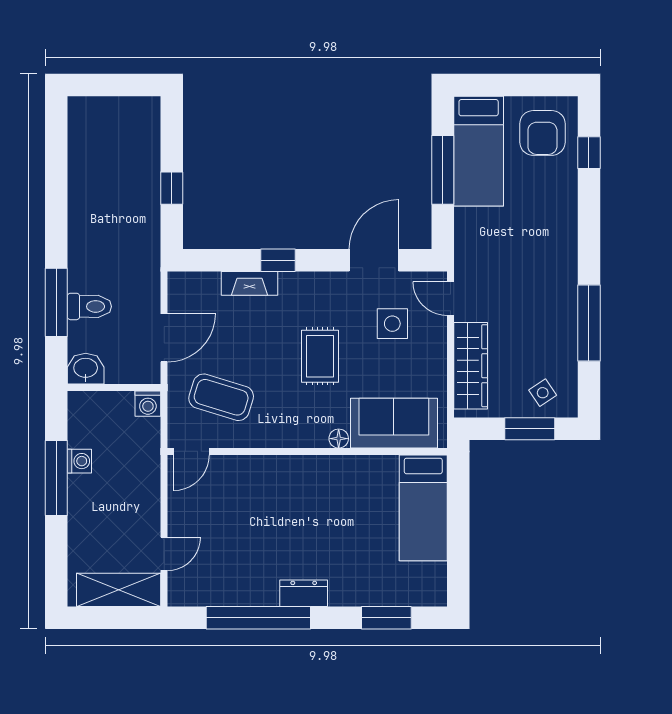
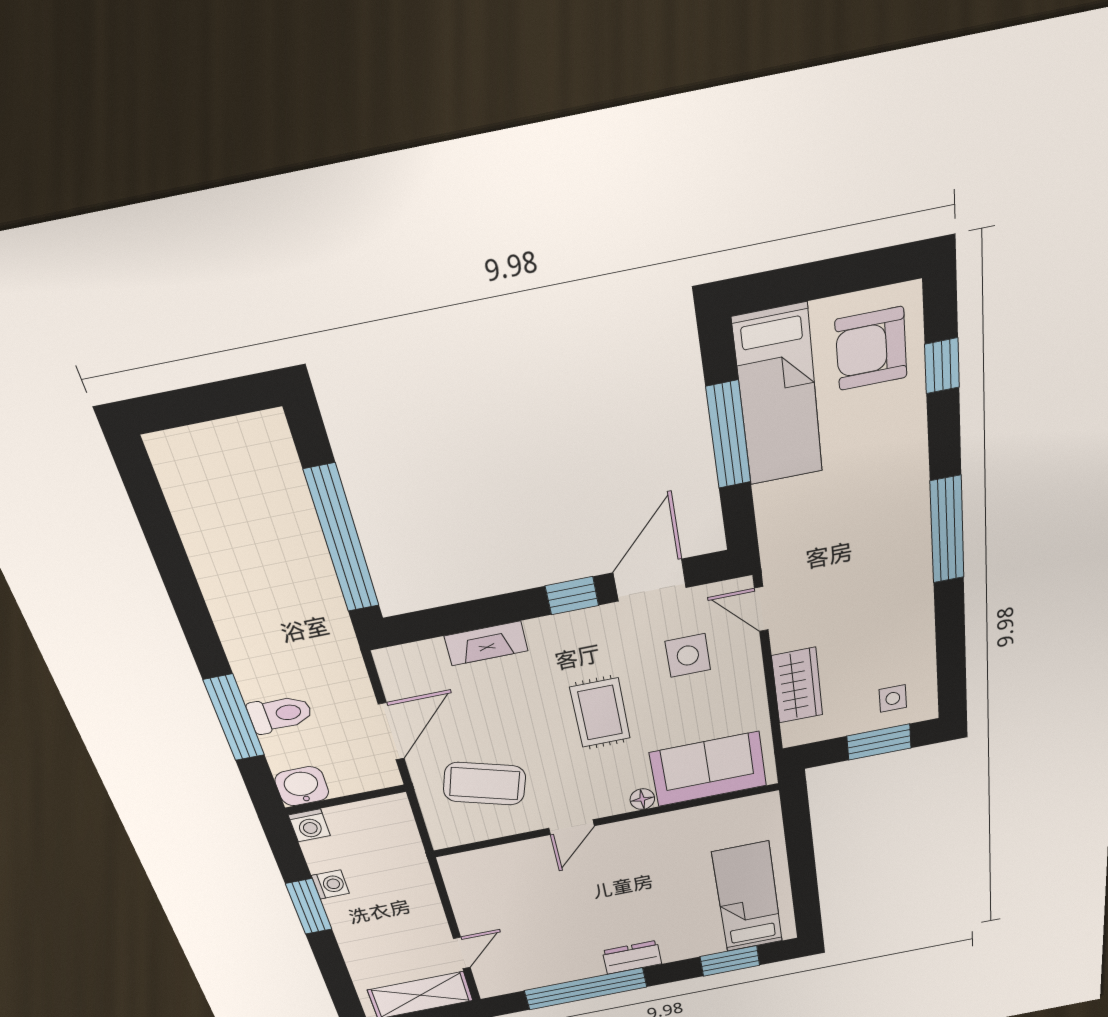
armchair: (542, 133) -> (871, 349), turned 90
window: (172, 188) -> (342, 539), width x3.17
window: (278, 260) -> (572, 596), moved
window: (589, 323) -> (947, 530), moved
wardrobe: (471, 366) -> (797, 685), width x0.67
side table: (543, 393) -> (893, 698), turned 34
washing machine: (148, 404) -> (309, 825), moved
door: (191, 451) -> (572, 827), moved
window: (56, 478) -> (309, 907), width x0.69
bed: (423, 508) -> (748, 897), moved, turned 180

